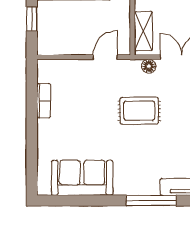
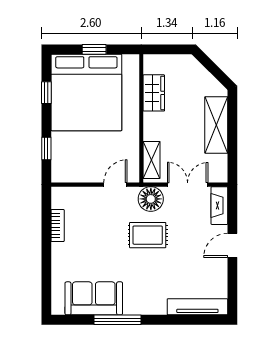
floor lamp: (149, 66) -> (151, 199), width x1.89, depth x1.89
window: (151, 201) -> (117, 320), moved

